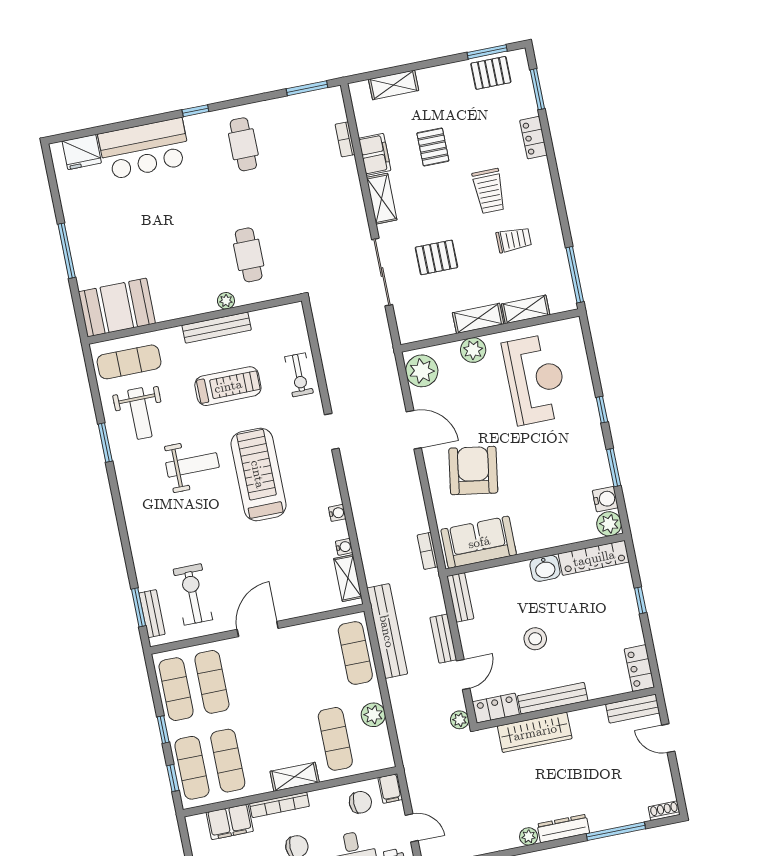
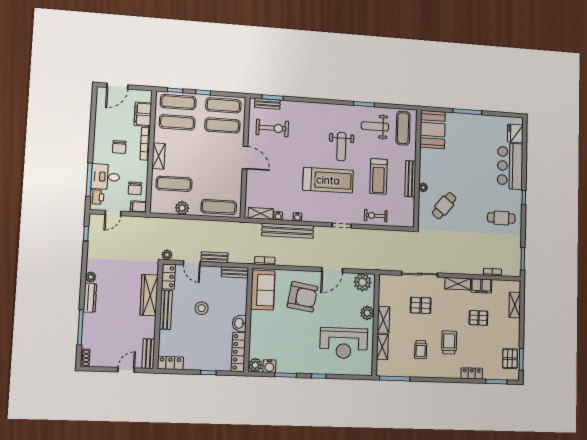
trolley: (489, 191) -> (449, 342), turned 90
cafe table: (249, 255) -> (444, 206), turned -52
pallet: (436, 257) -> (421, 305), turned 90
bench: (387, 631) -> (288, 231), moved

